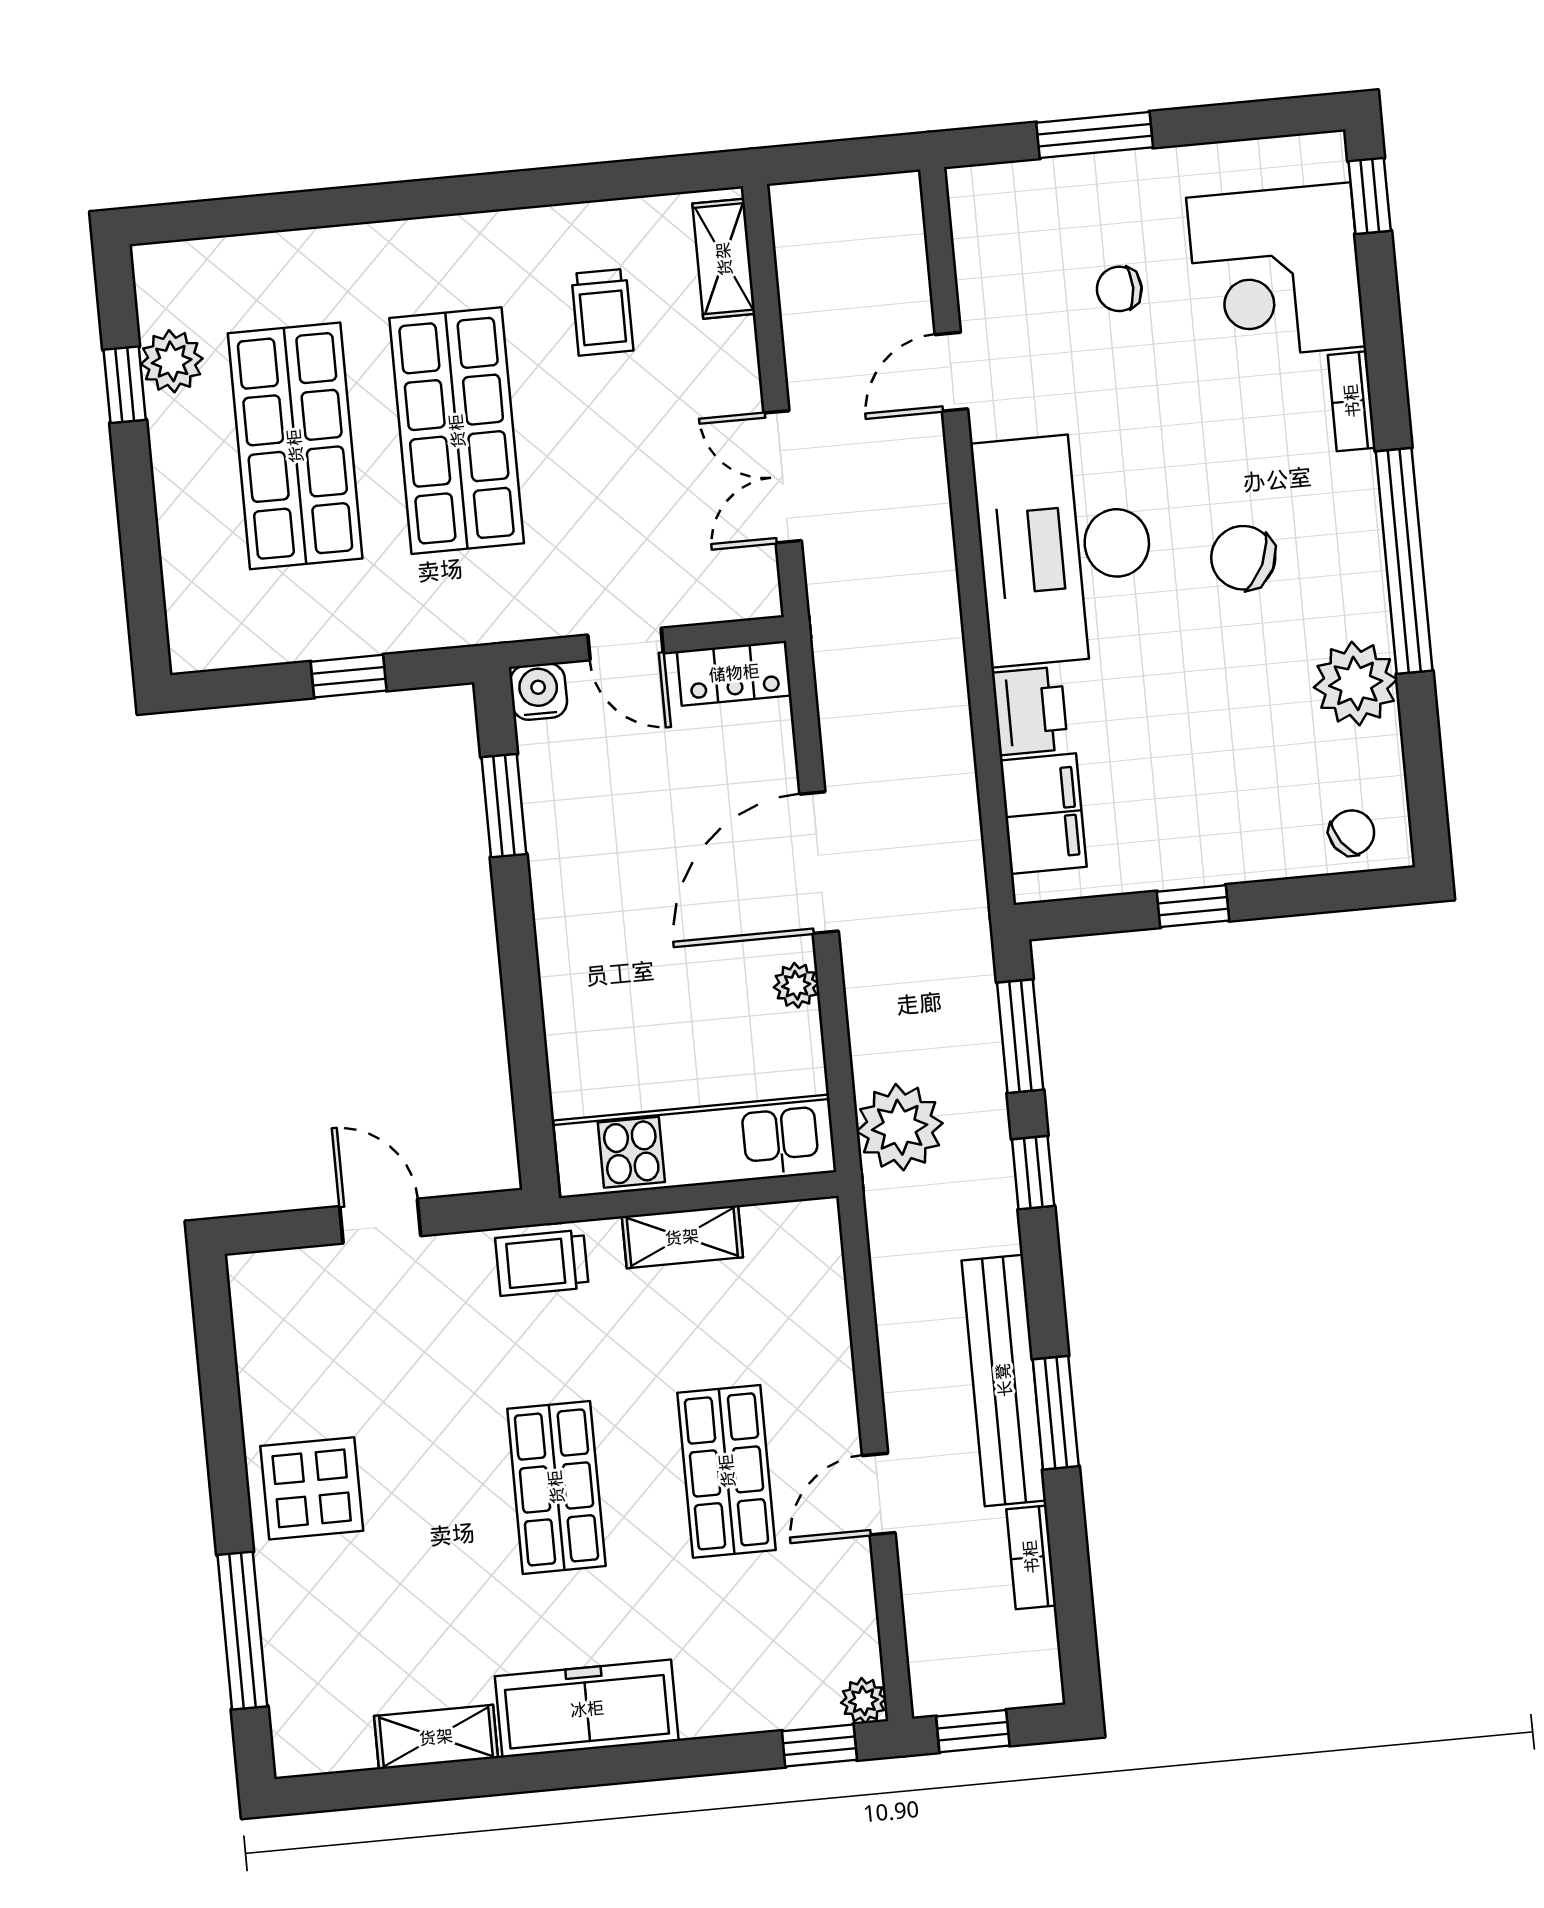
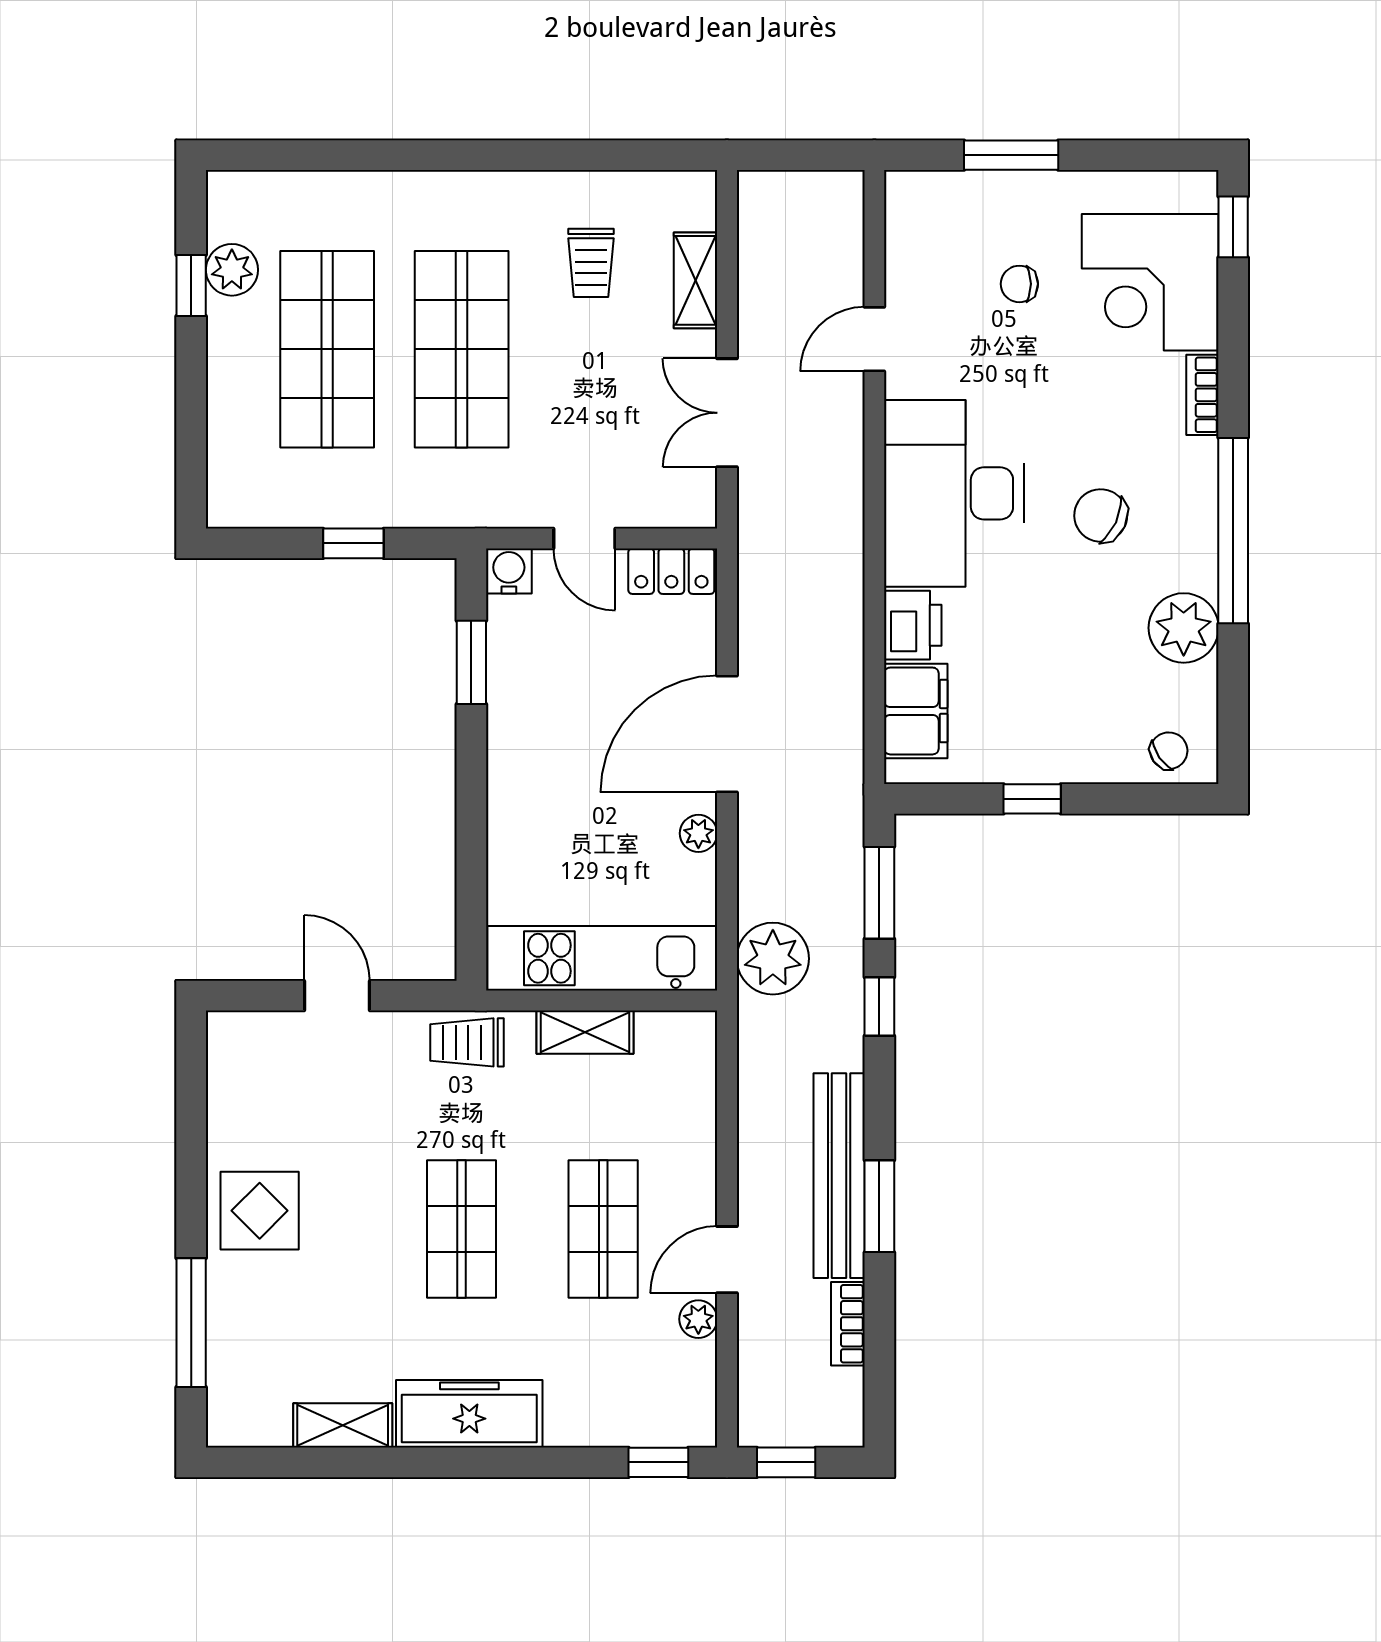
shelving: (724, 259) -> (696, 280), moved
plant: (863, 1701) -> (698, 1319), moved

